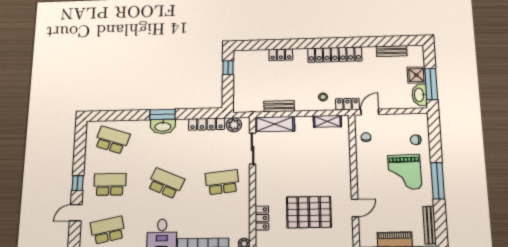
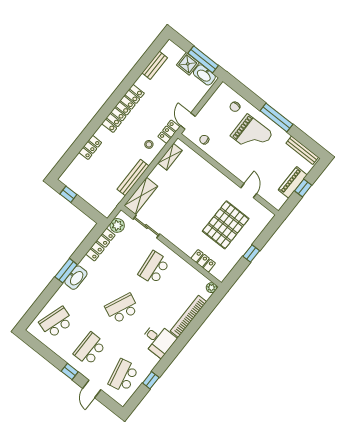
bench: (279, 106) -> (133, 178), width x1.36

